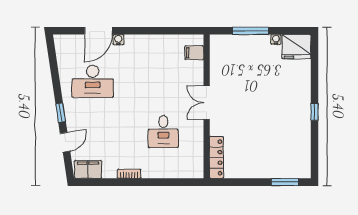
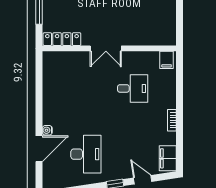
door: (98, 31) -> (39, 149), hinge flipped
filing cabinet: (194, 53) -> (167, 60), moved
locker: (216, 157) -> (62, 39), moved

